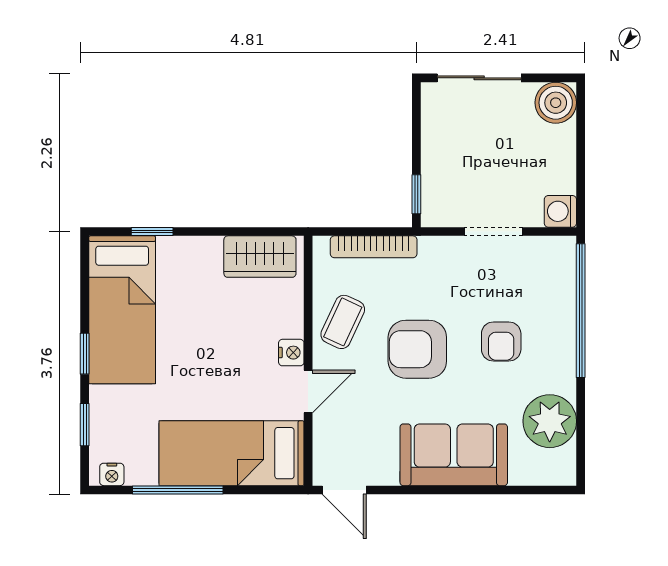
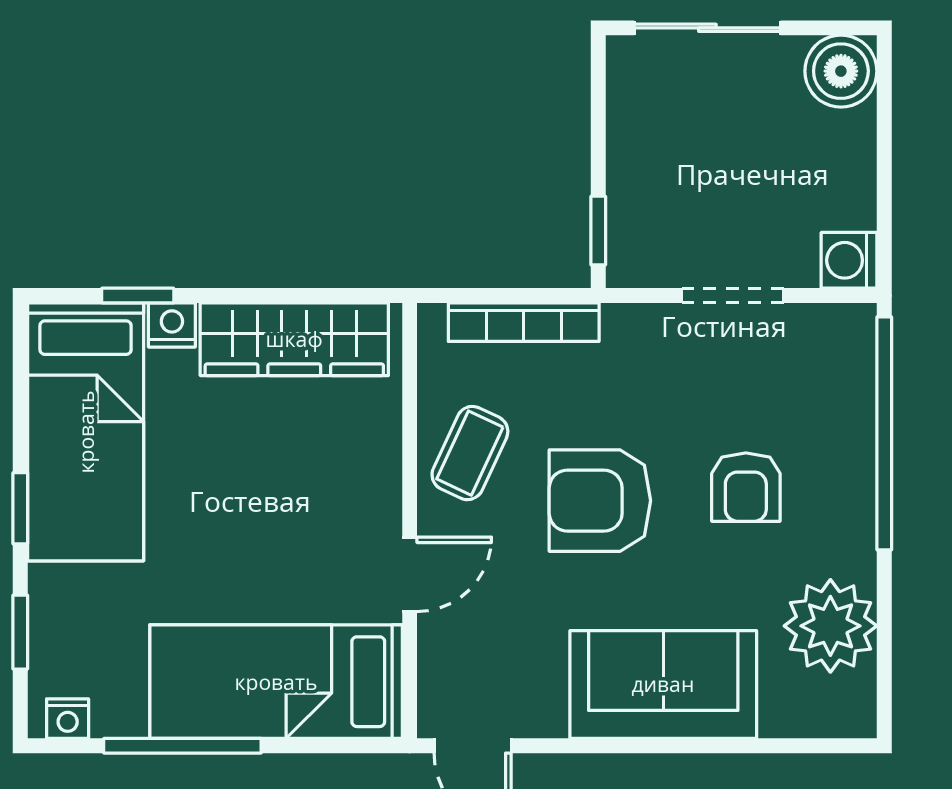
wardrobe: (260, 257) -> (294, 339), width x1.50
nightstand: (291, 353) -> (172, 325), moved, turned -90

